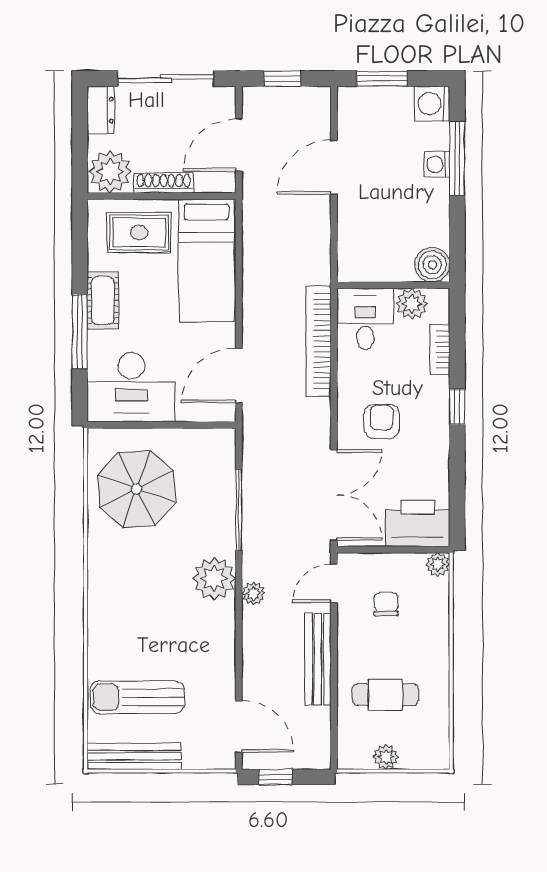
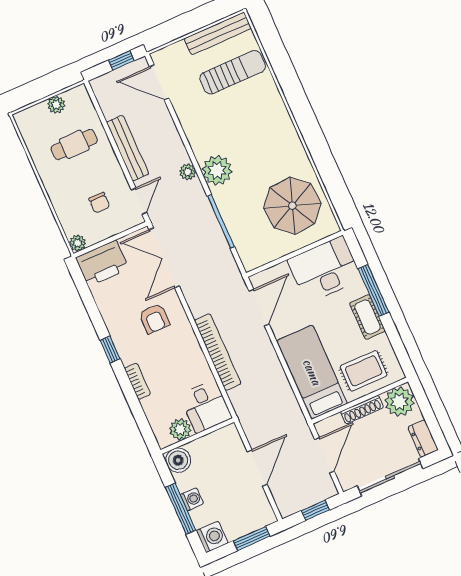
boiler: (432, 265) -> (178, 460), moved
wall: (393, 285) -> (197, 436), moved
plant: (412, 304) -> (180, 429), moved
desk: (365, 319) -> (206, 406), moved

